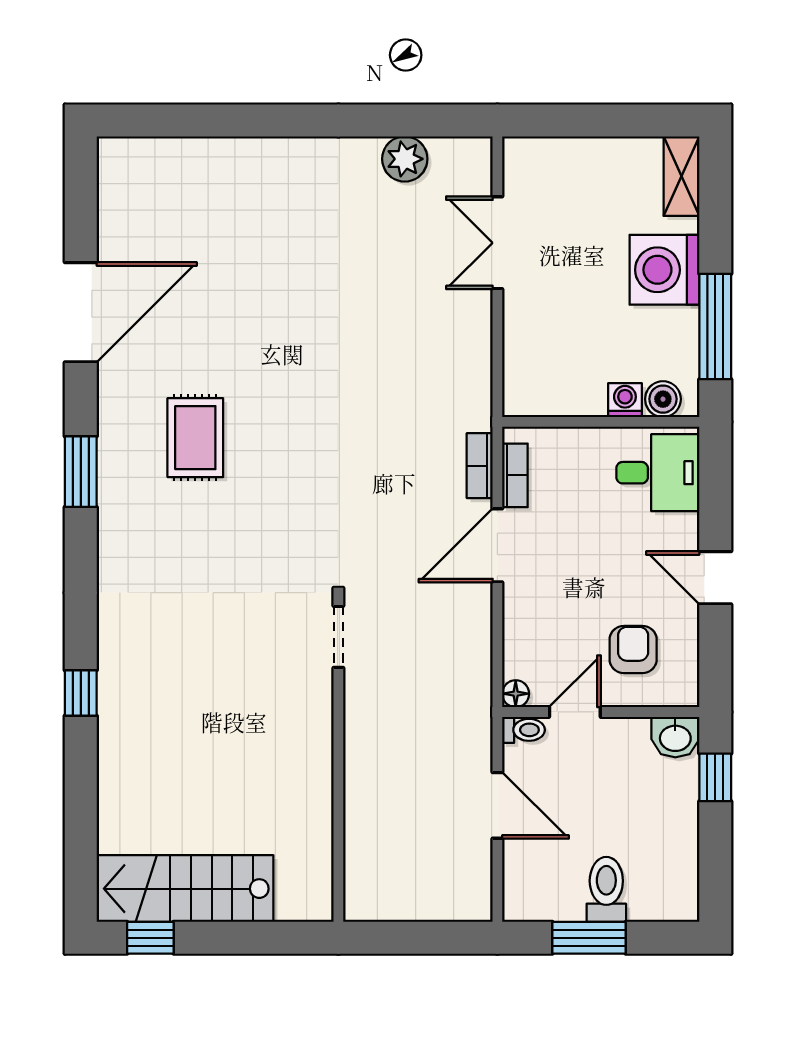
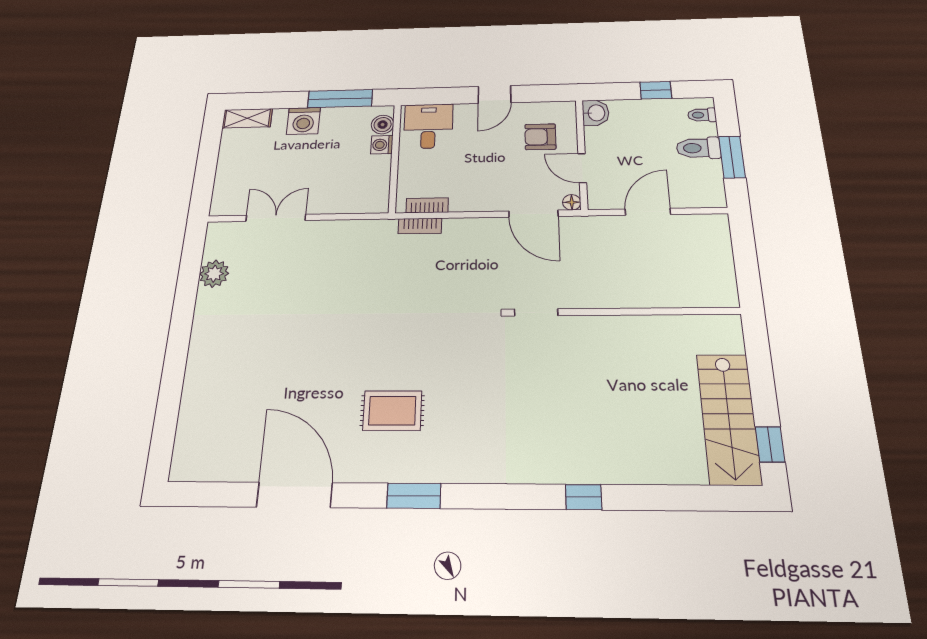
double door: (497, 243) -> (276, 218), swing flipped
washing machine: (664, 270) -> (303, 121), width x0.73, depth x0.73
door: (497, 545) -> (533, 214), moved
toilet: (523, 730) -> (702, 115), moved, turned -90
window: (715, 777) -> (656, 90), moved

